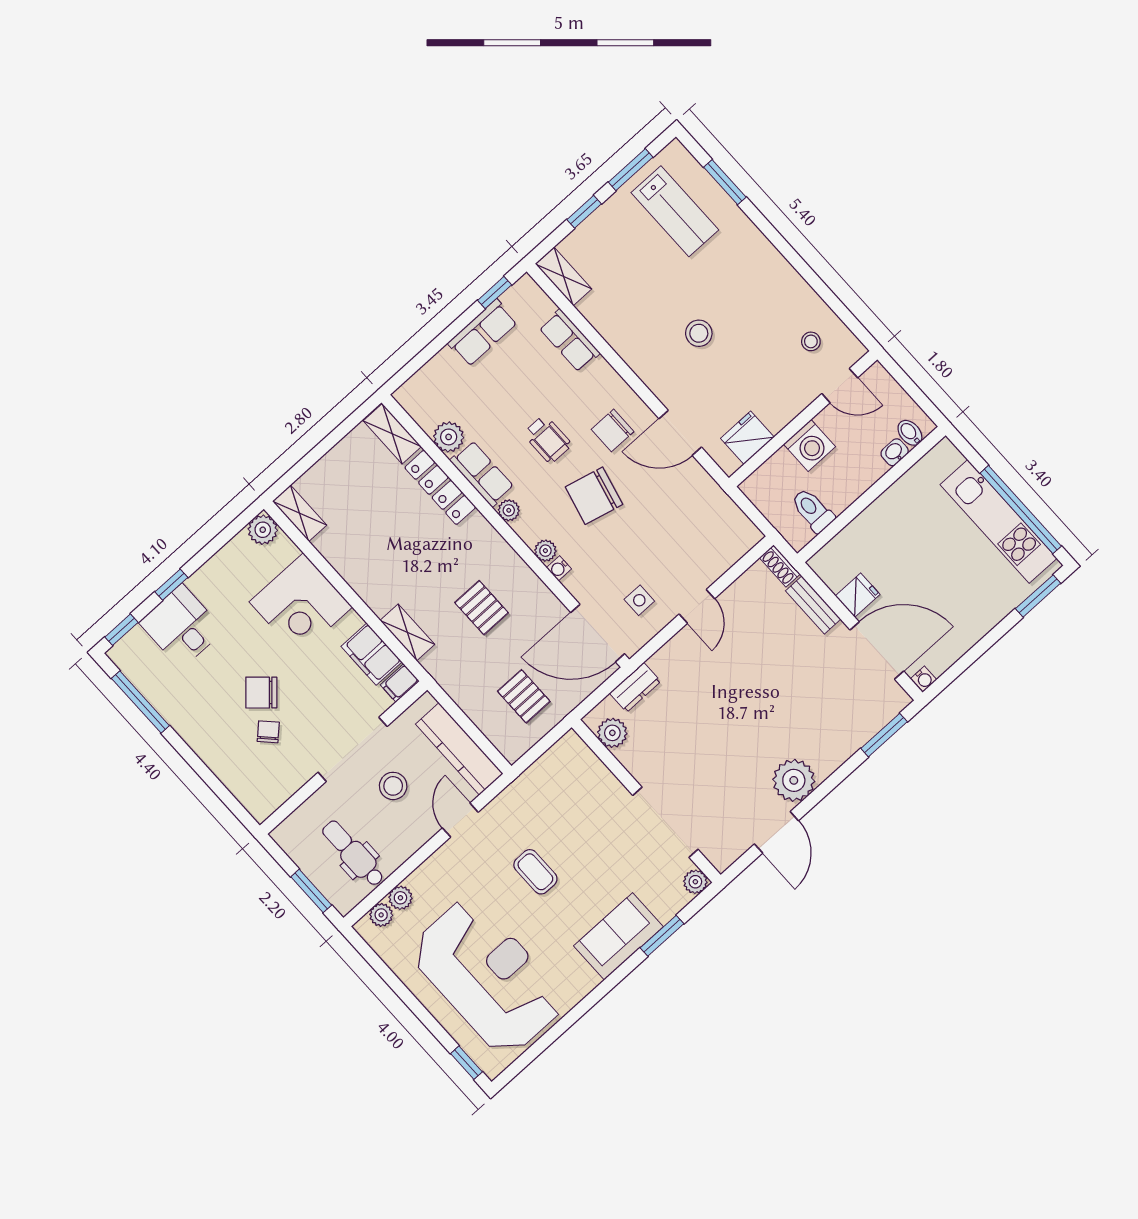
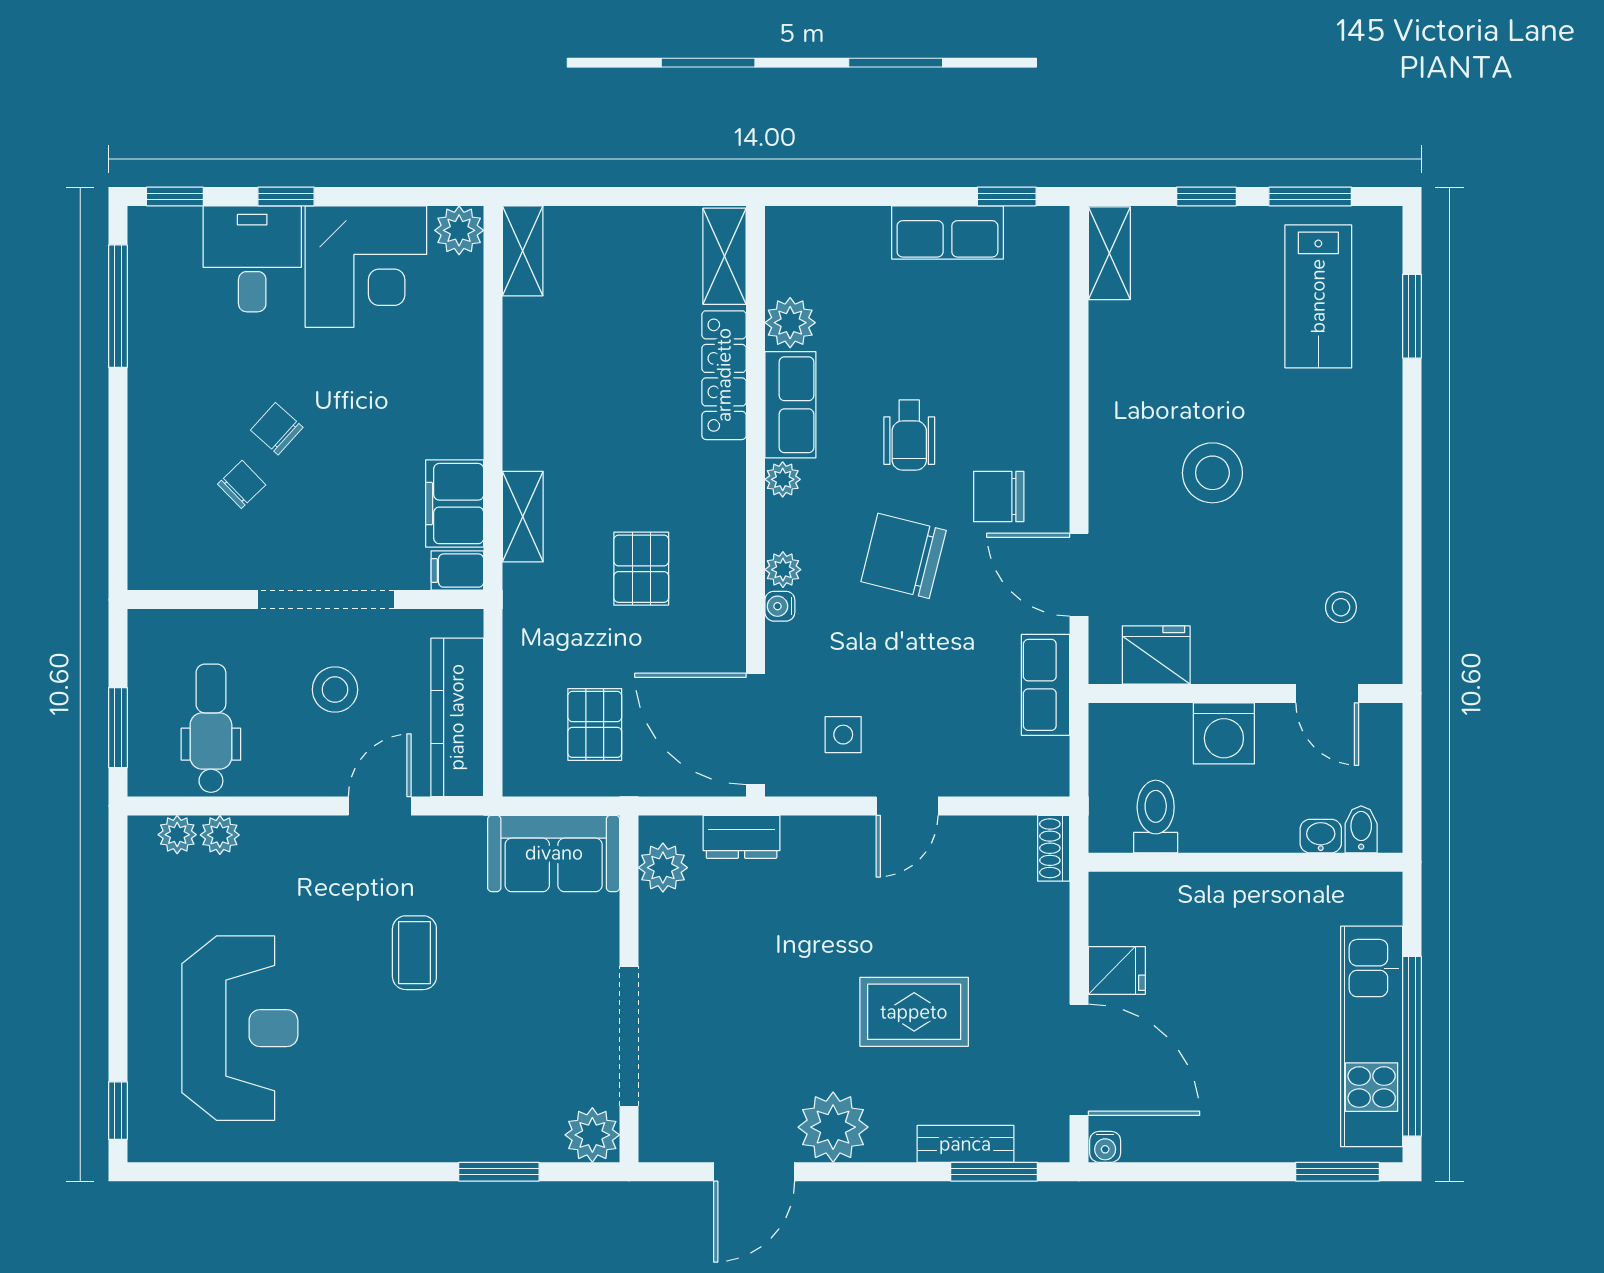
stool: (699, 333) -> (1212, 473), width x1.38, depth x1.38
row of seats: (569, 340) -> (1046, 685), moved
corner desk: (301, 604) -> (366, 267), moved, turned -90
bench: (813, 605) -> (965, 1144), moved, turned 90
chair: (261, 693) -> (277, 429), width x0.73, depth x0.73
rug: (783, 696) -> (914, 1012), added
plant: (695, 882) -> (592, 1135), width x1.38, depth x1.38
sofa: (618, 936) -> (554, 853), moved, turned 180
reception desk: (488, 976) -> (240, 1028), width x0.74, depth x0.77

